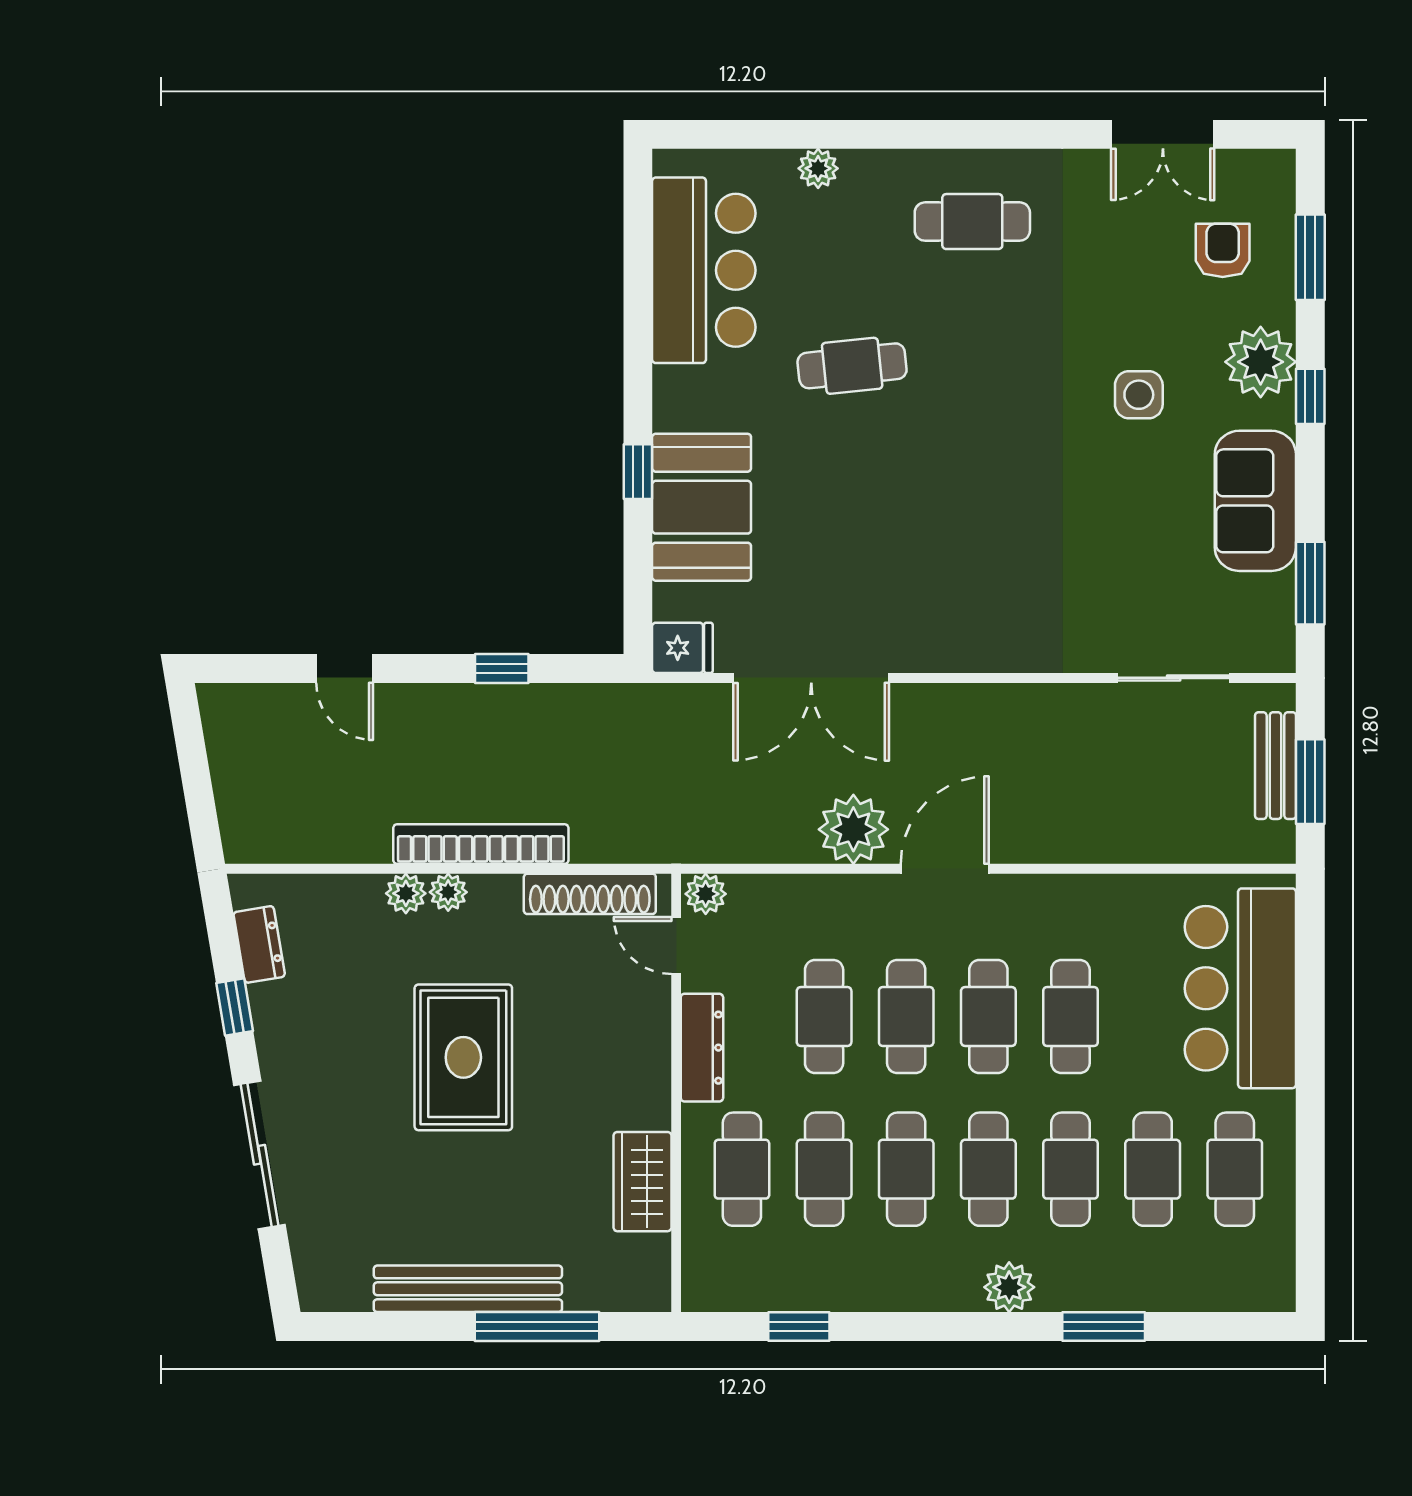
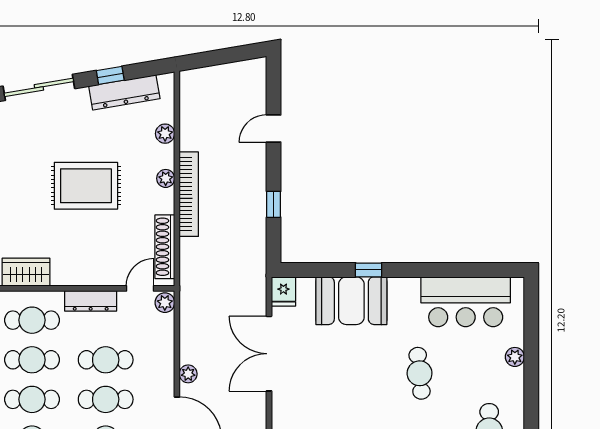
plant: (853, 829) -> (188, 374), width x0.53, depth x0.53
plant: (406, 893) -> (165, 134), moved
dresser: (259, 944) -> (124, 92), width x1.96, depth x1.24

